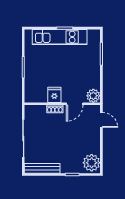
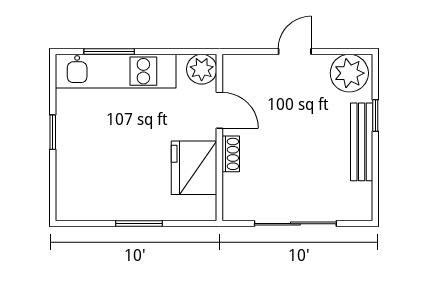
kitchen unit: (60, 37) -> (116, 71), moved, turned 90
fridge: (54, 95) -> (194, 168), width x1.88, depth x1.34
door: (101, 120) -> (295, 51), moved
bench: (42, 168) -> (362, 142), moved

